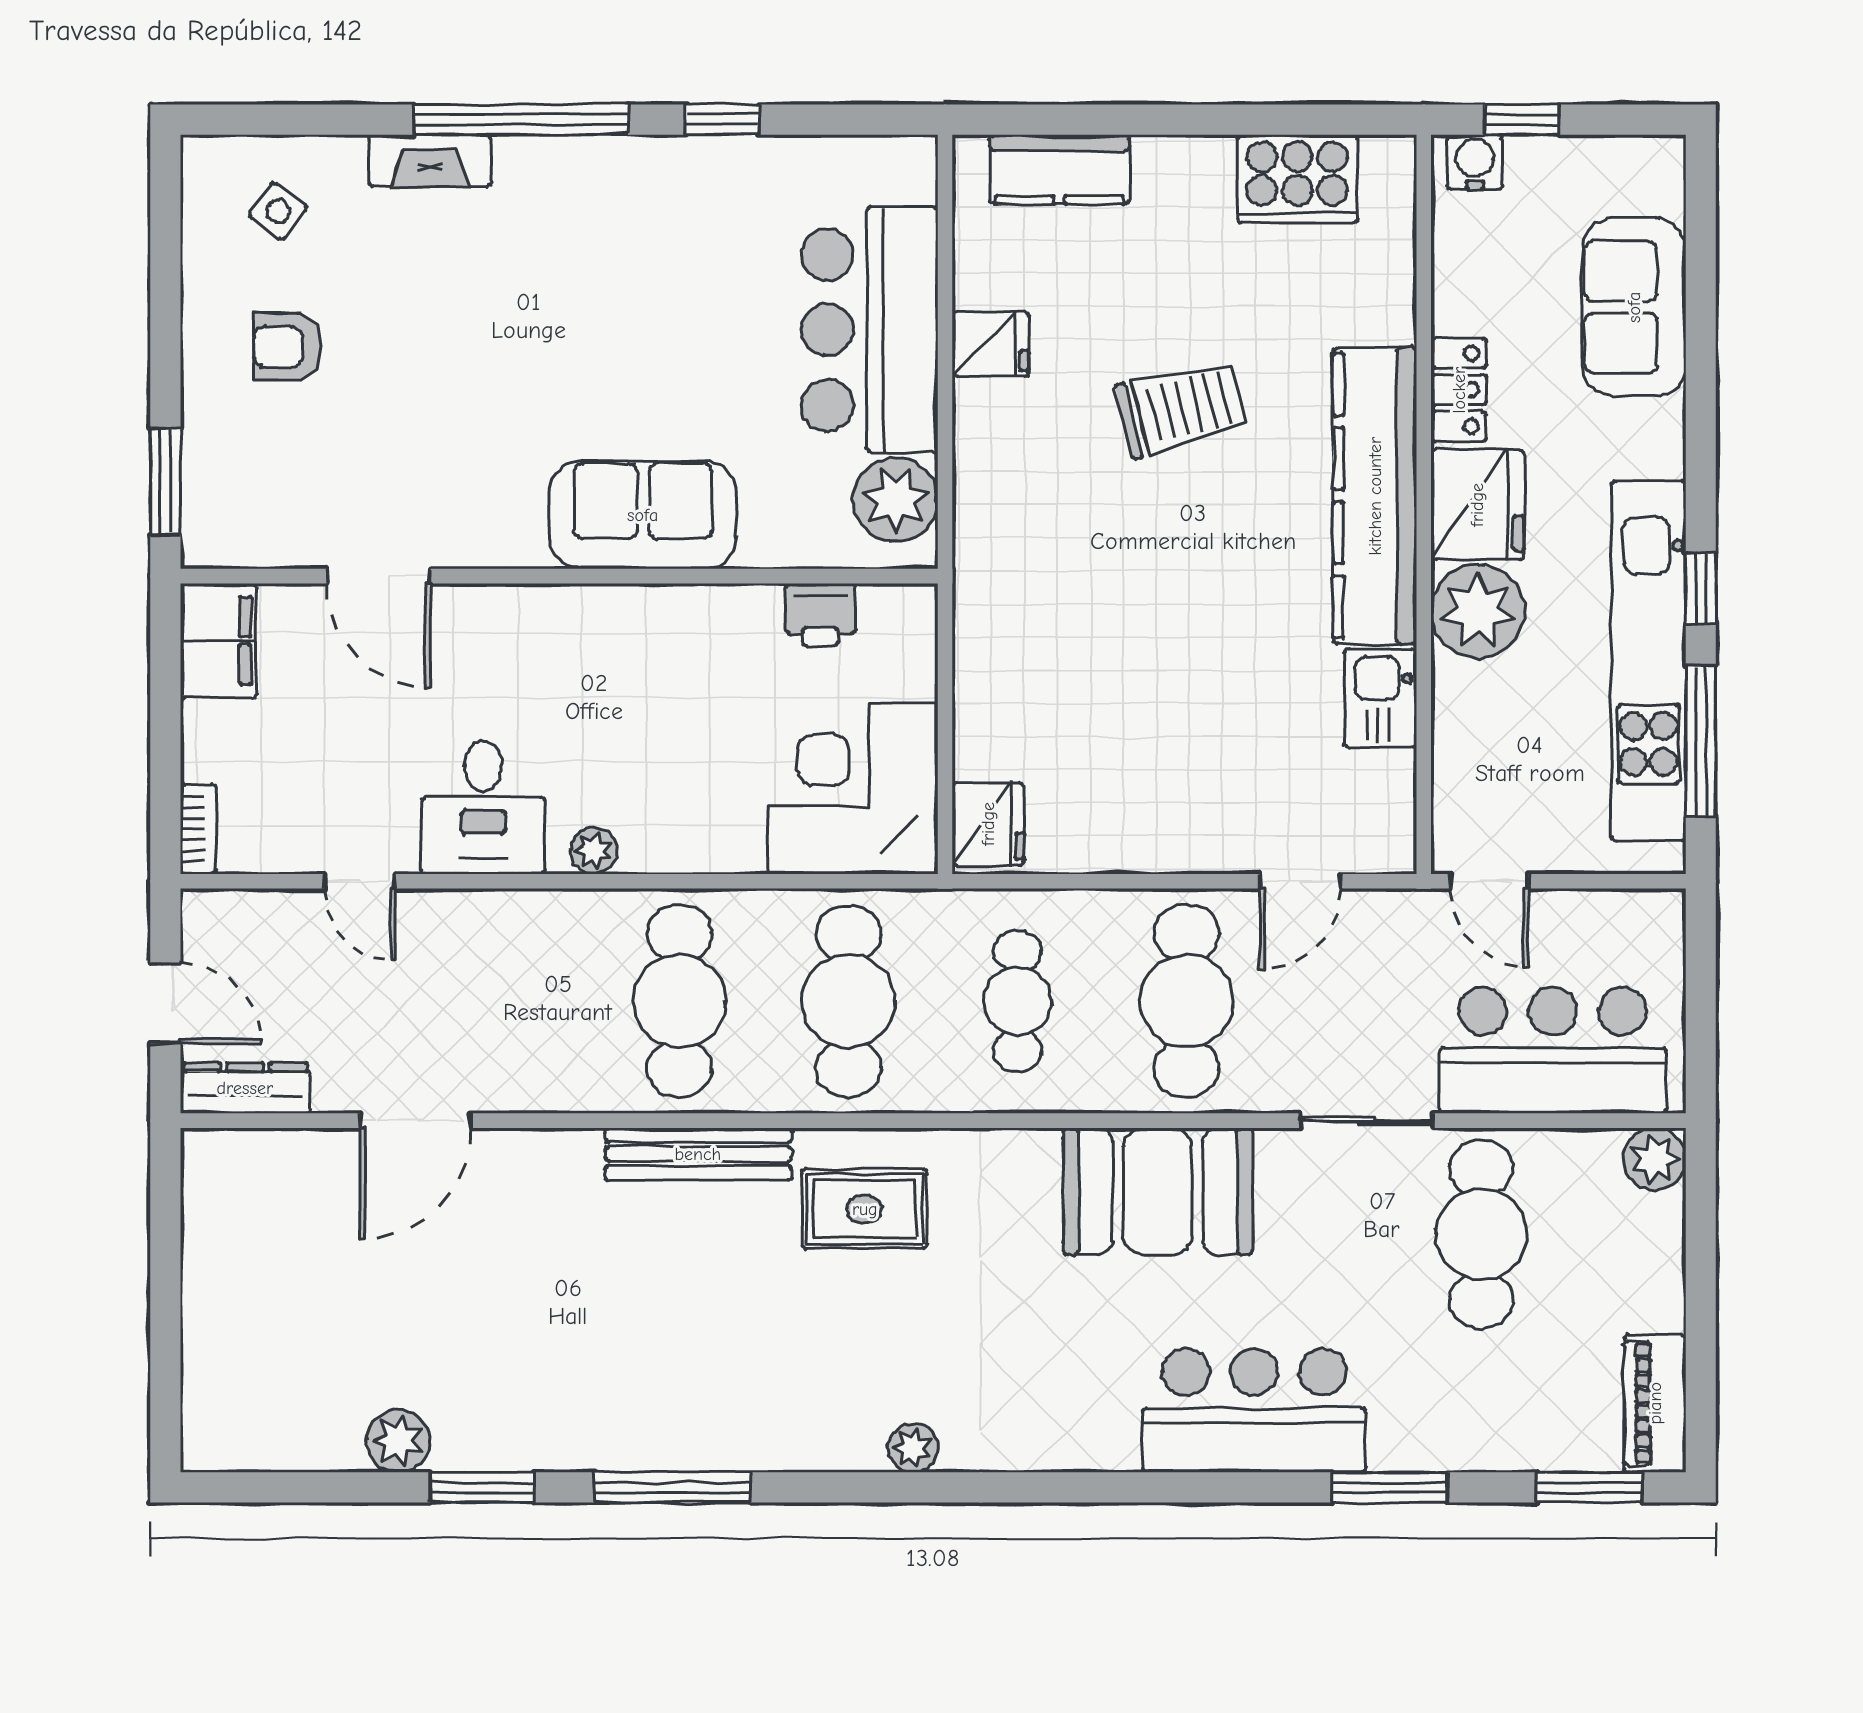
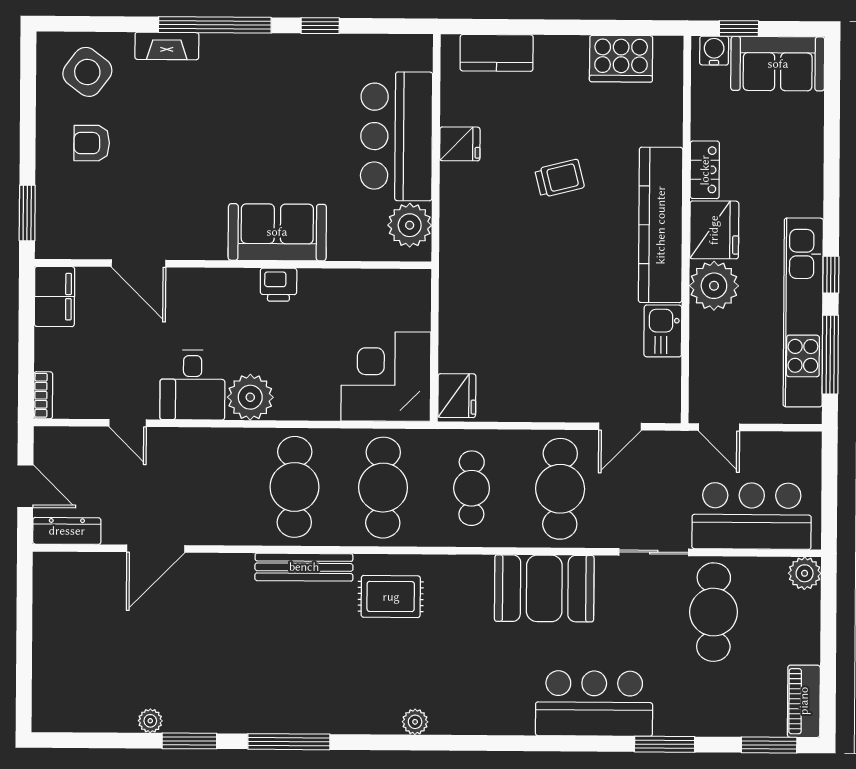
side table: (278, 211) -> (87, 72), width x1.87, depth x1.87
sofa: (1634, 307) -> (778, 64), moved, turned -90
trolley: (1182, 408) -> (560, 178), width x0.73, depth x0.72
printer: (820, 615) -> (279, 285), moved
plant: (594, 851) -> (250, 397), width x1.88, depth x1.88
plant: (398, 1441) -> (150, 721), width x0.73, depth x0.73

